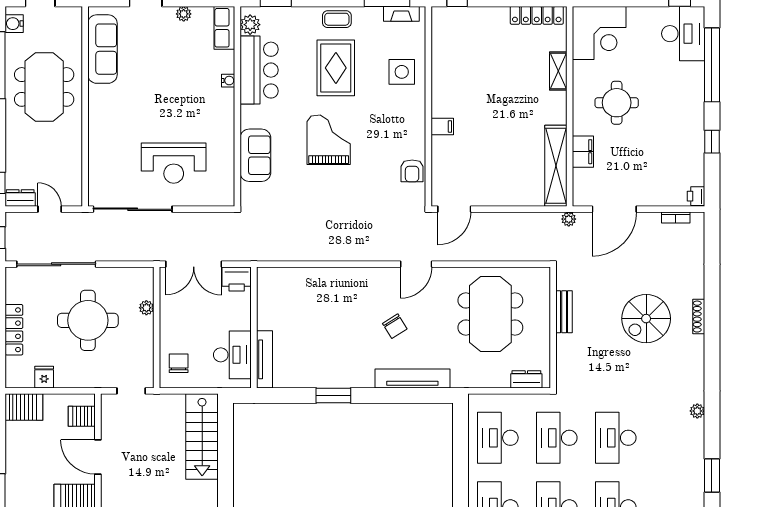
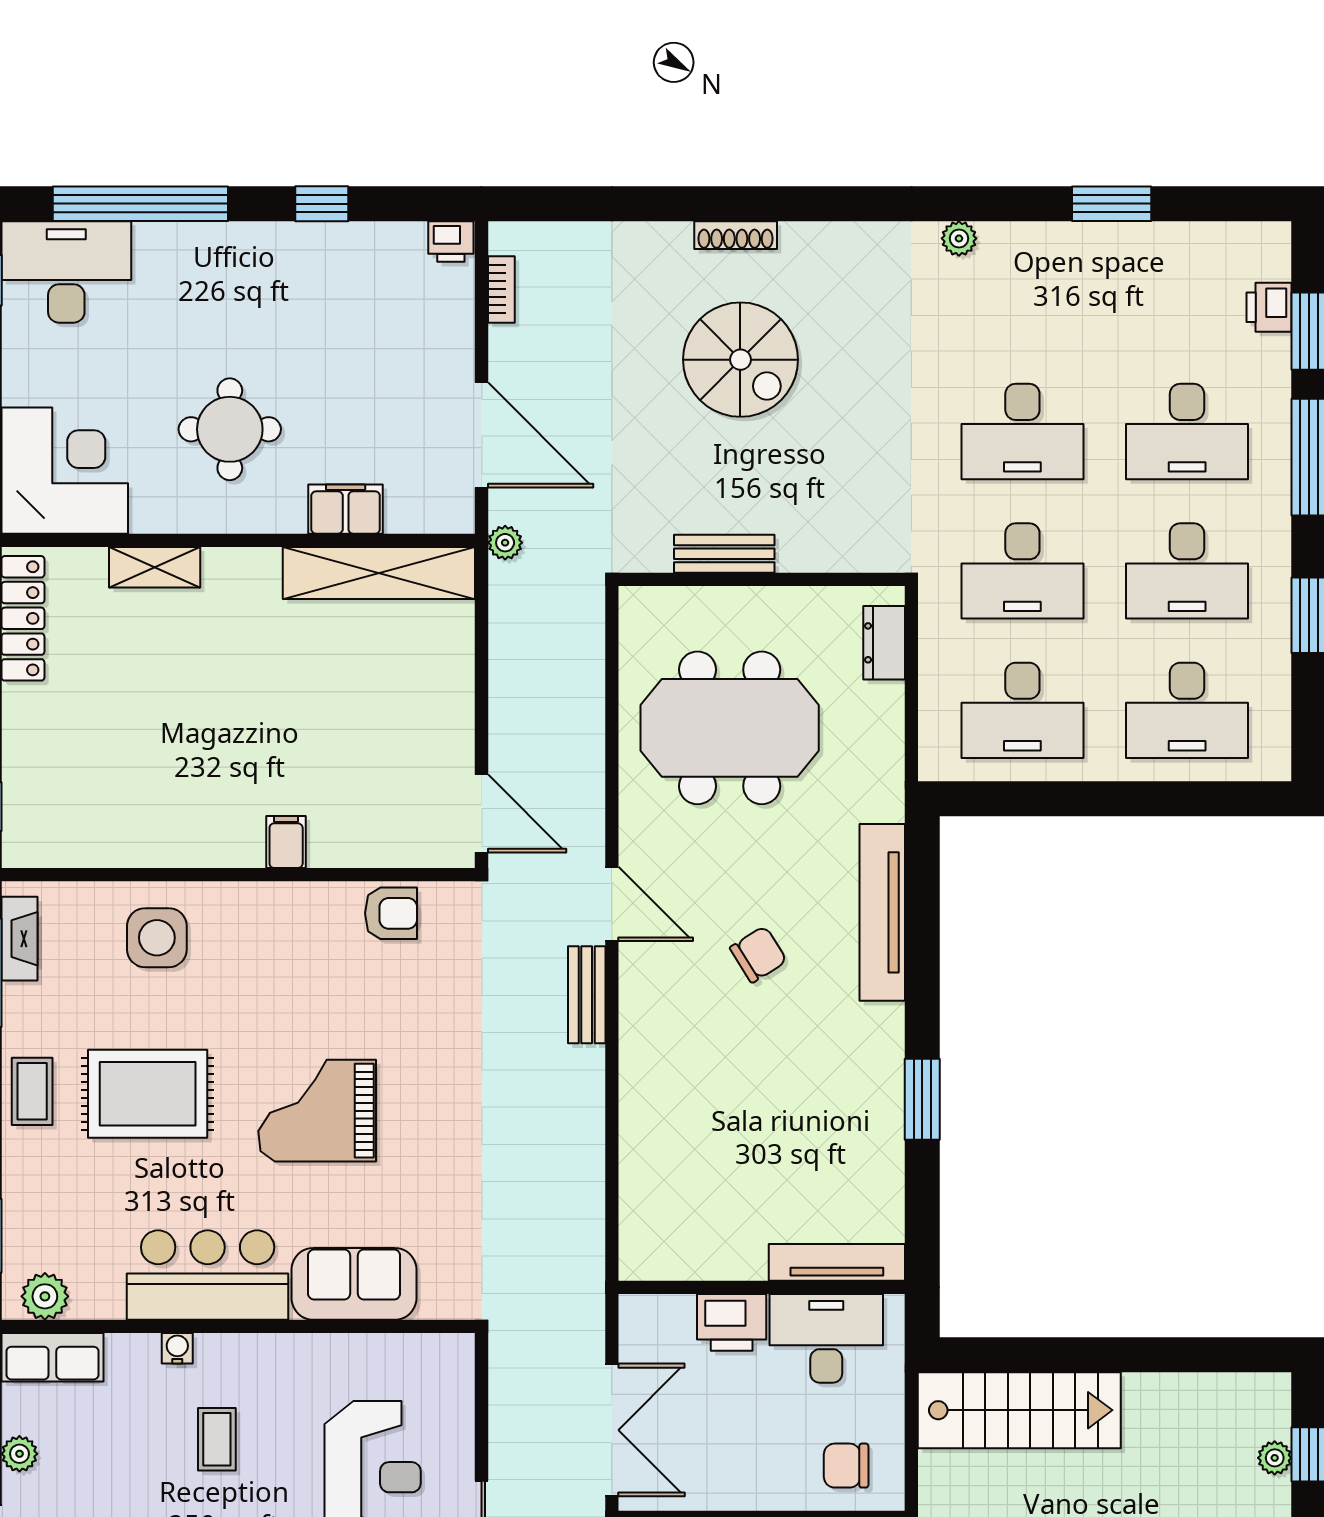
bar counter: (259, 70) -> (208, 1275), moved
coffee table: (190, 97) -> (217, 1439), added
bench: (378, 254) -> (587, 995), added
printer: (237, 279) -> (732, 1322), moved, turned 90

